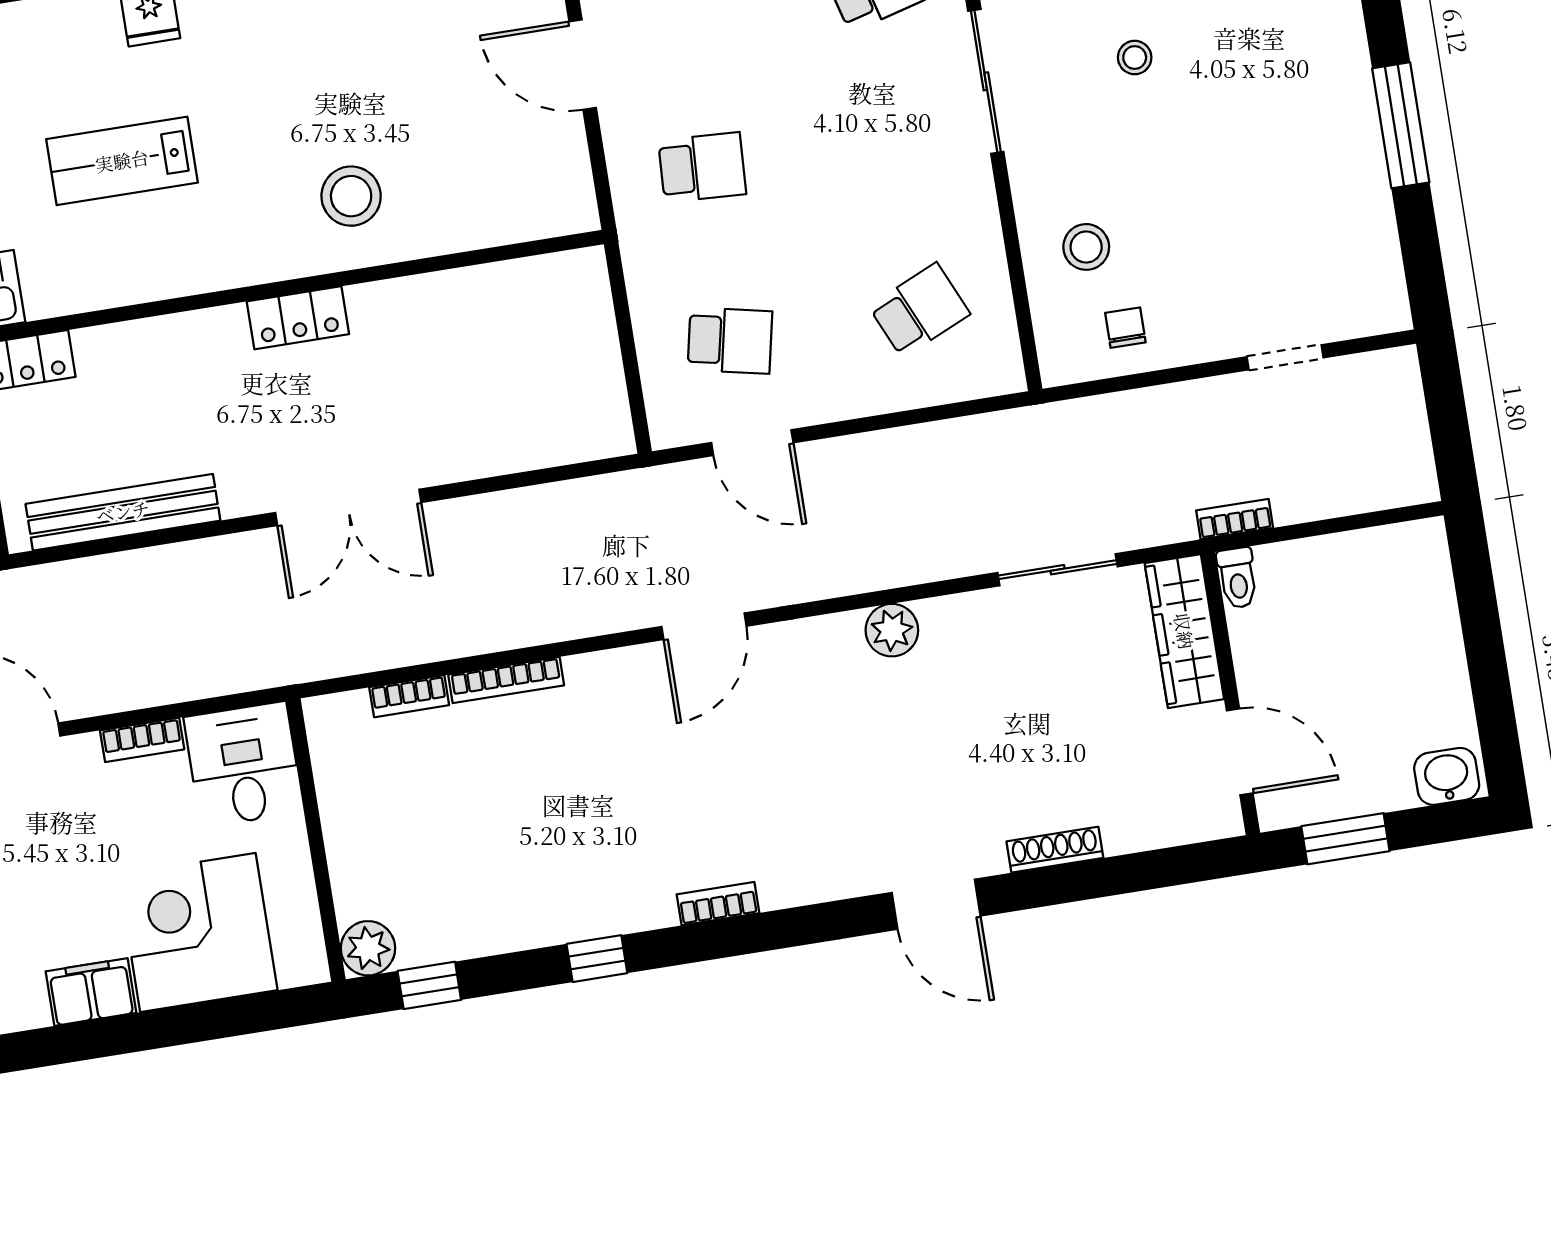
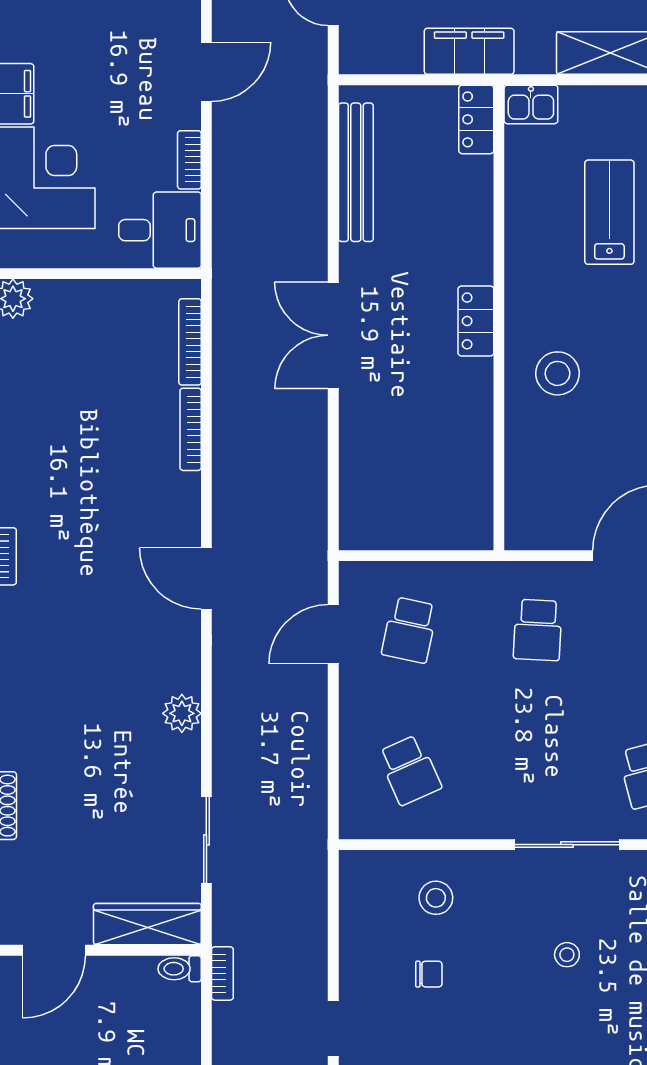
chair: (1125, 328) -> (429, 974), moved
bookcase: (409, 696) -> (190, 342), width x1.56

